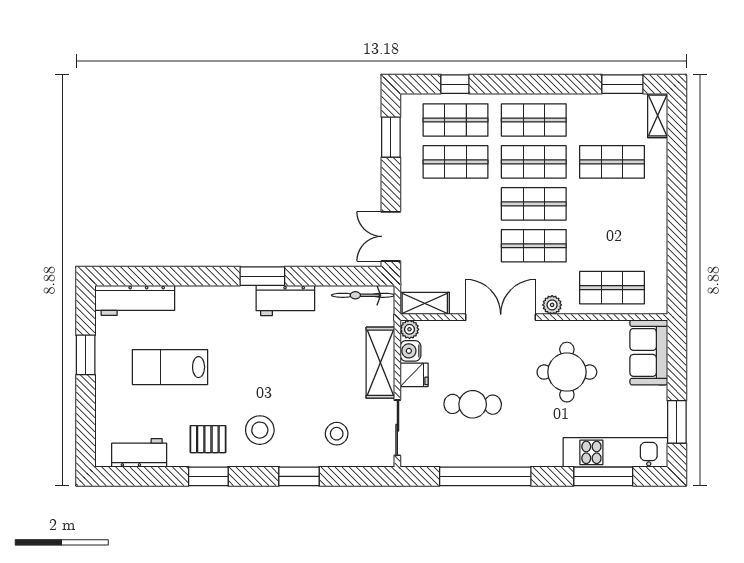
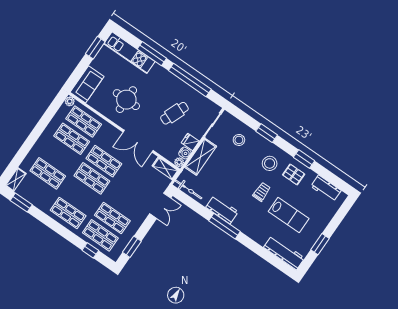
shop shelf: (534, 162) -> (72, 139), moved
window: (262, 276) -> (225, 226), width x1.44
plant: (552, 305) -> (70, 101), moved
trolley: (240, 374) -> (262, 192), added
cafe table: (473, 404) -> (174, 113), turned -69
window: (603, 476) -> (152, 54), moved

